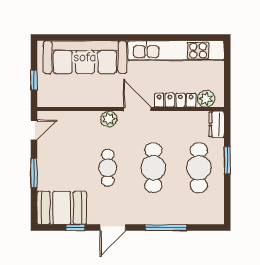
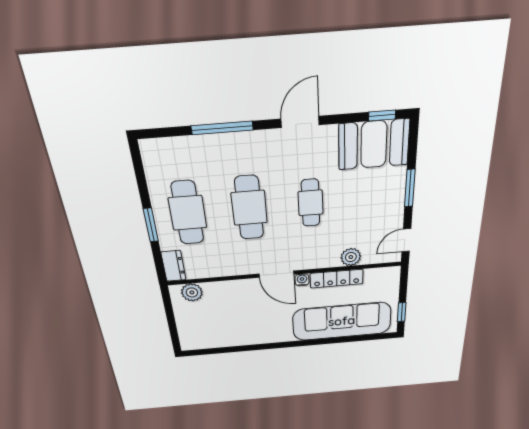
kitchen unit: (176, 51) -> (236, 337), removed
window: (34, 80) -> (402, 312), moved
locker: (175, 100) -> (337, 279), moved
water cooler: (117, 102) -> (302, 280), added
plant: (109, 119) -> (351, 257), moved
window: (75, 228) -> (382, 116), moved

